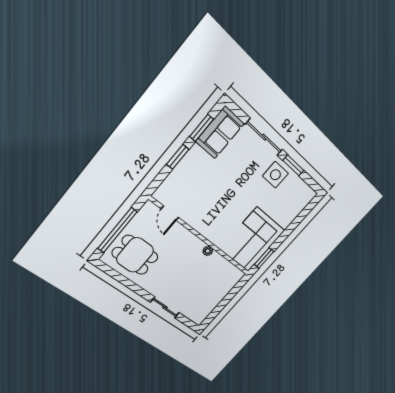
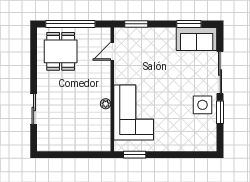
window: (178, 157) -> (136, 24), moved
corner sofa: (252, 240) -> (134, 112), moved, turned 90

